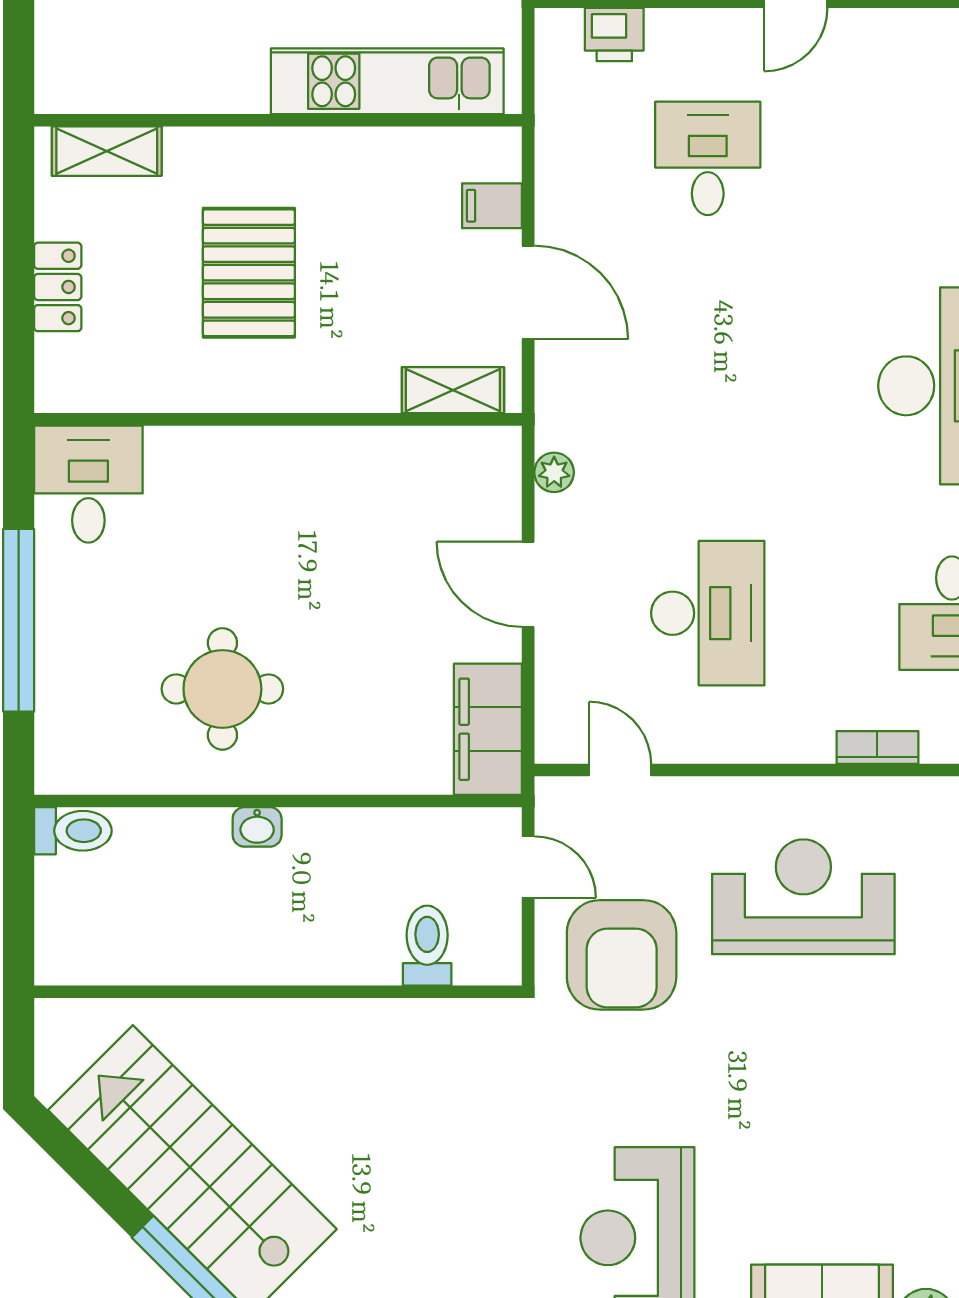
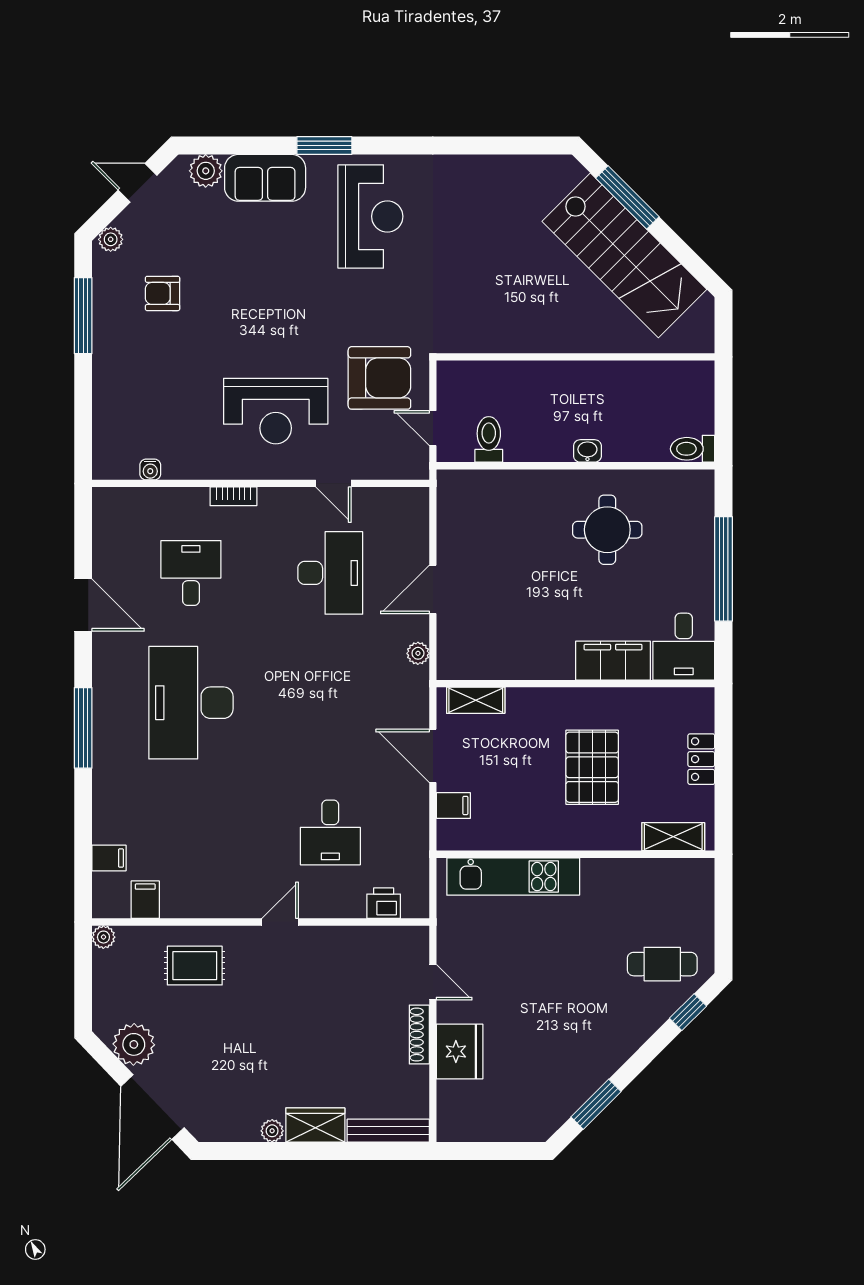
door: (528, 584) -> (433, 589), swing flipped
desk: (708, 613) -> (330, 573), turned 180
filing cabinet: (488, 729) -> (613, 661), moved, turned -90
door: (620, 770) -> (333, 483), moved
toilet: (427, 946) -> (489, 439), moved, turned 180
armchair: (622, 955) -> (379, 378), turned 90

